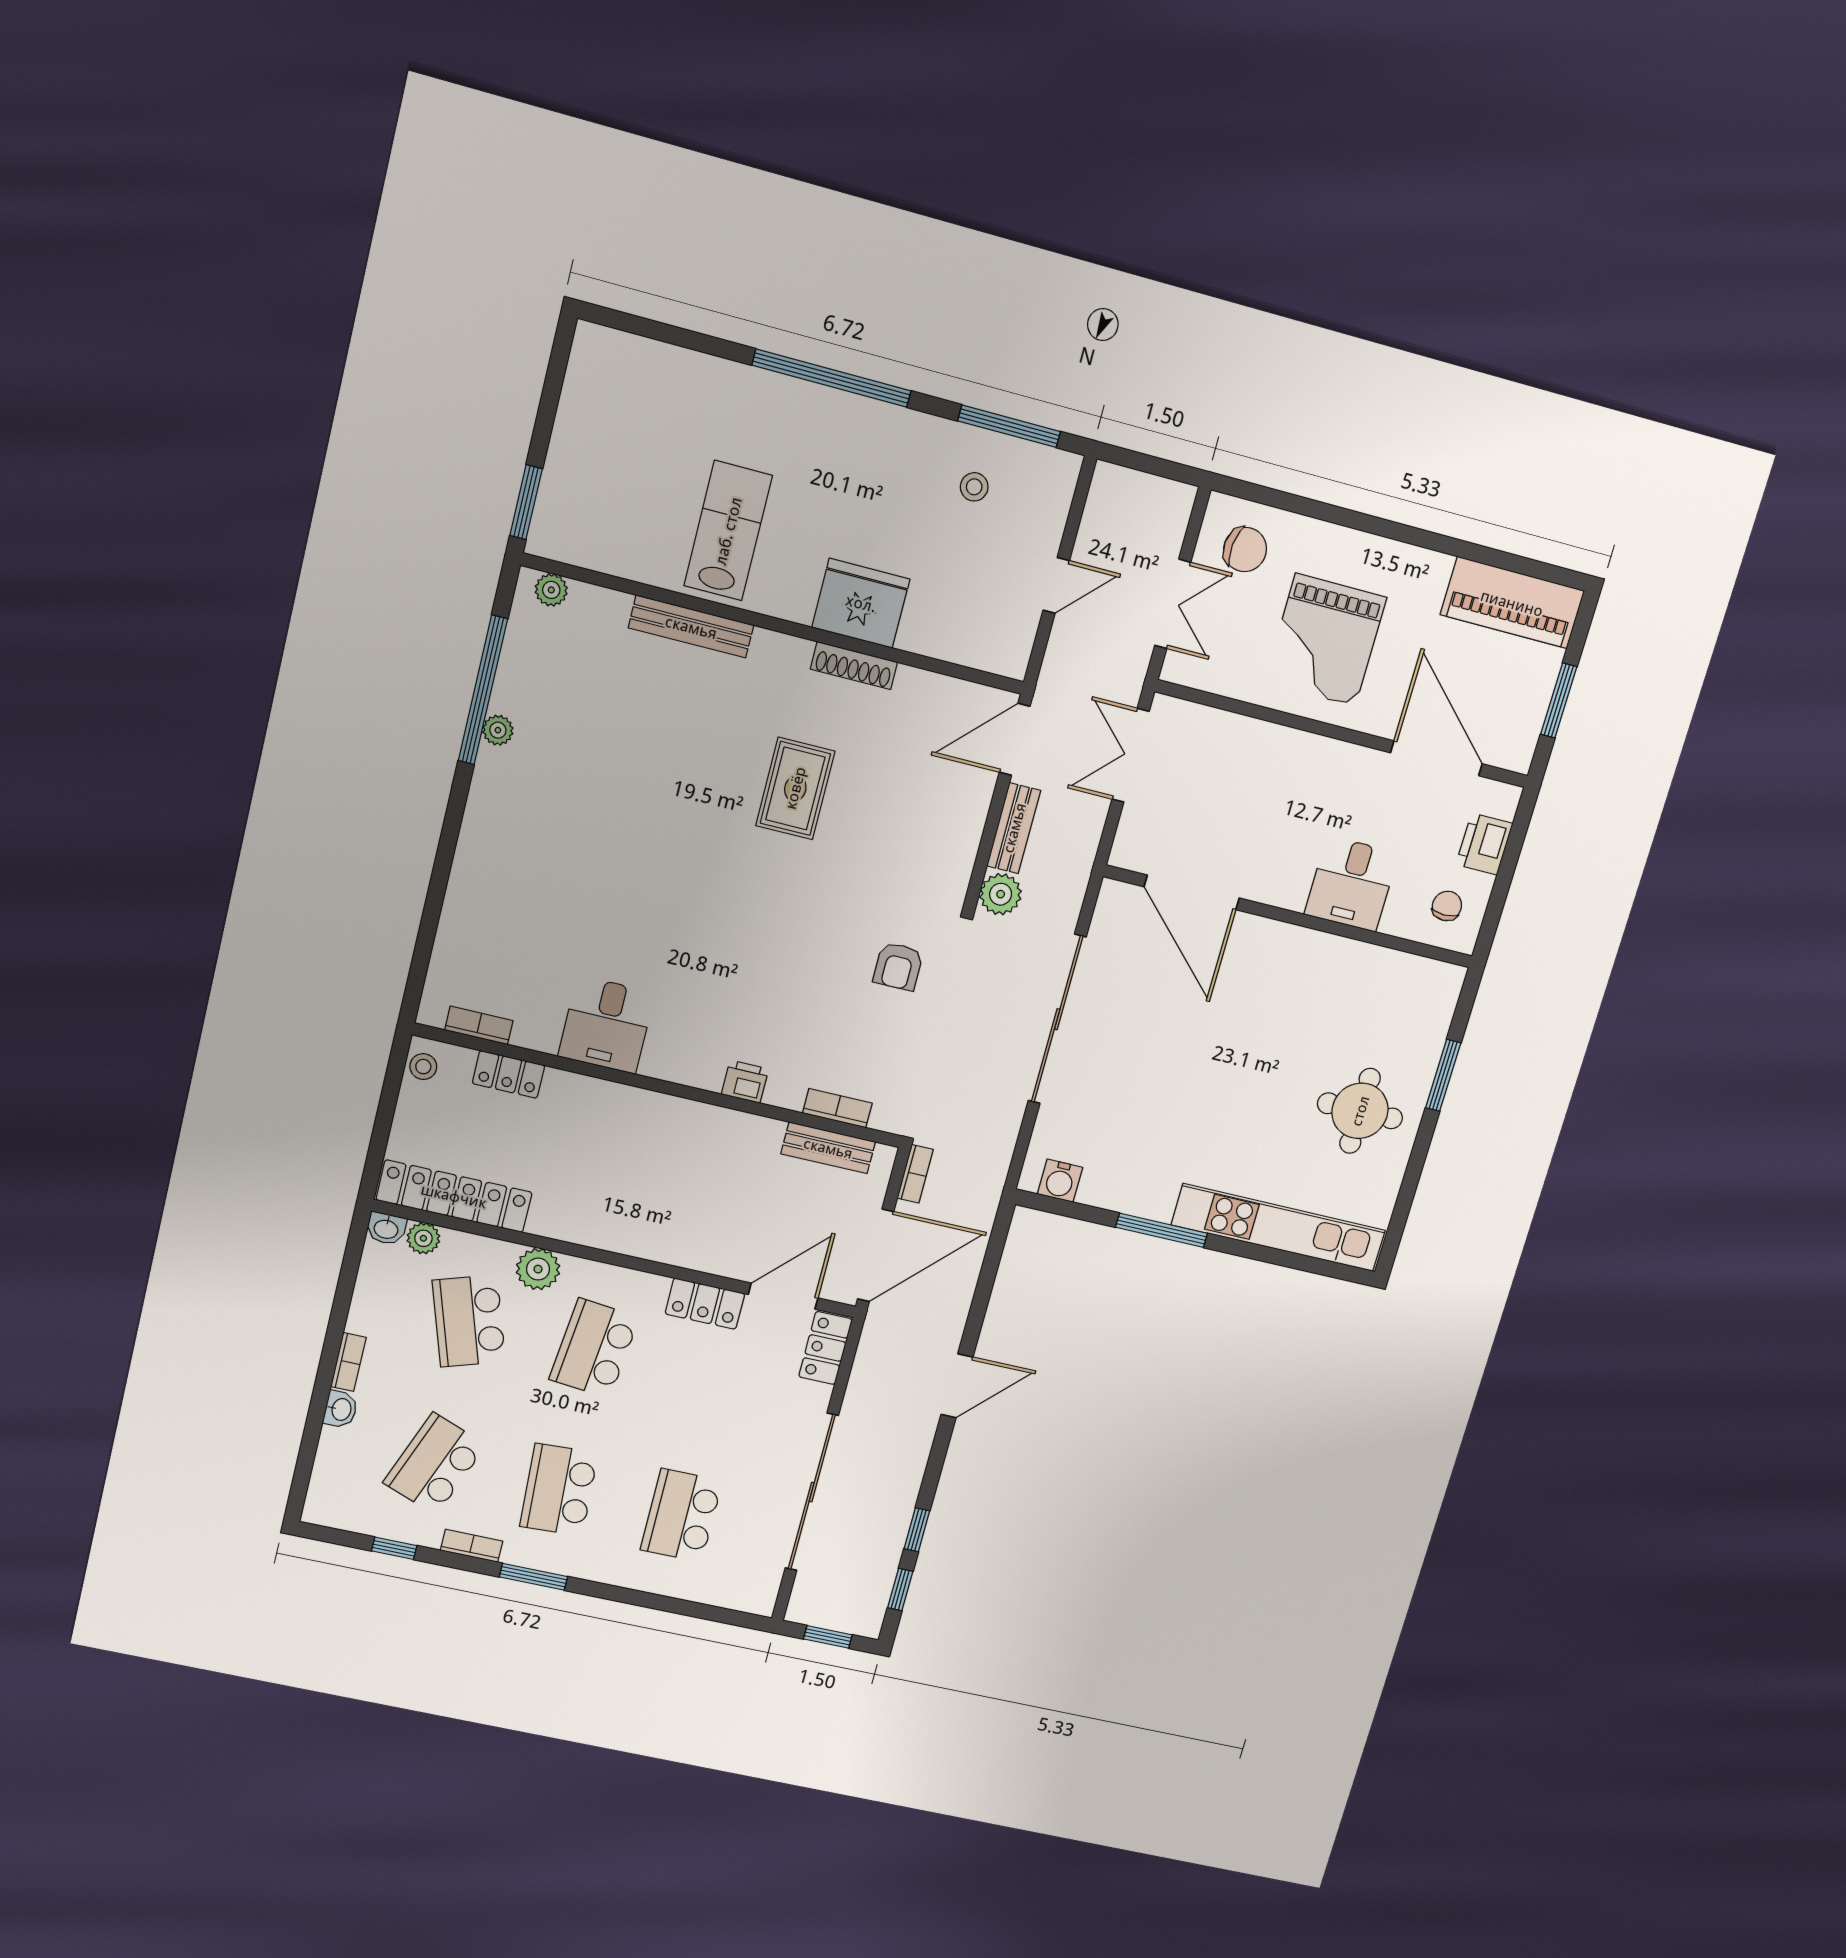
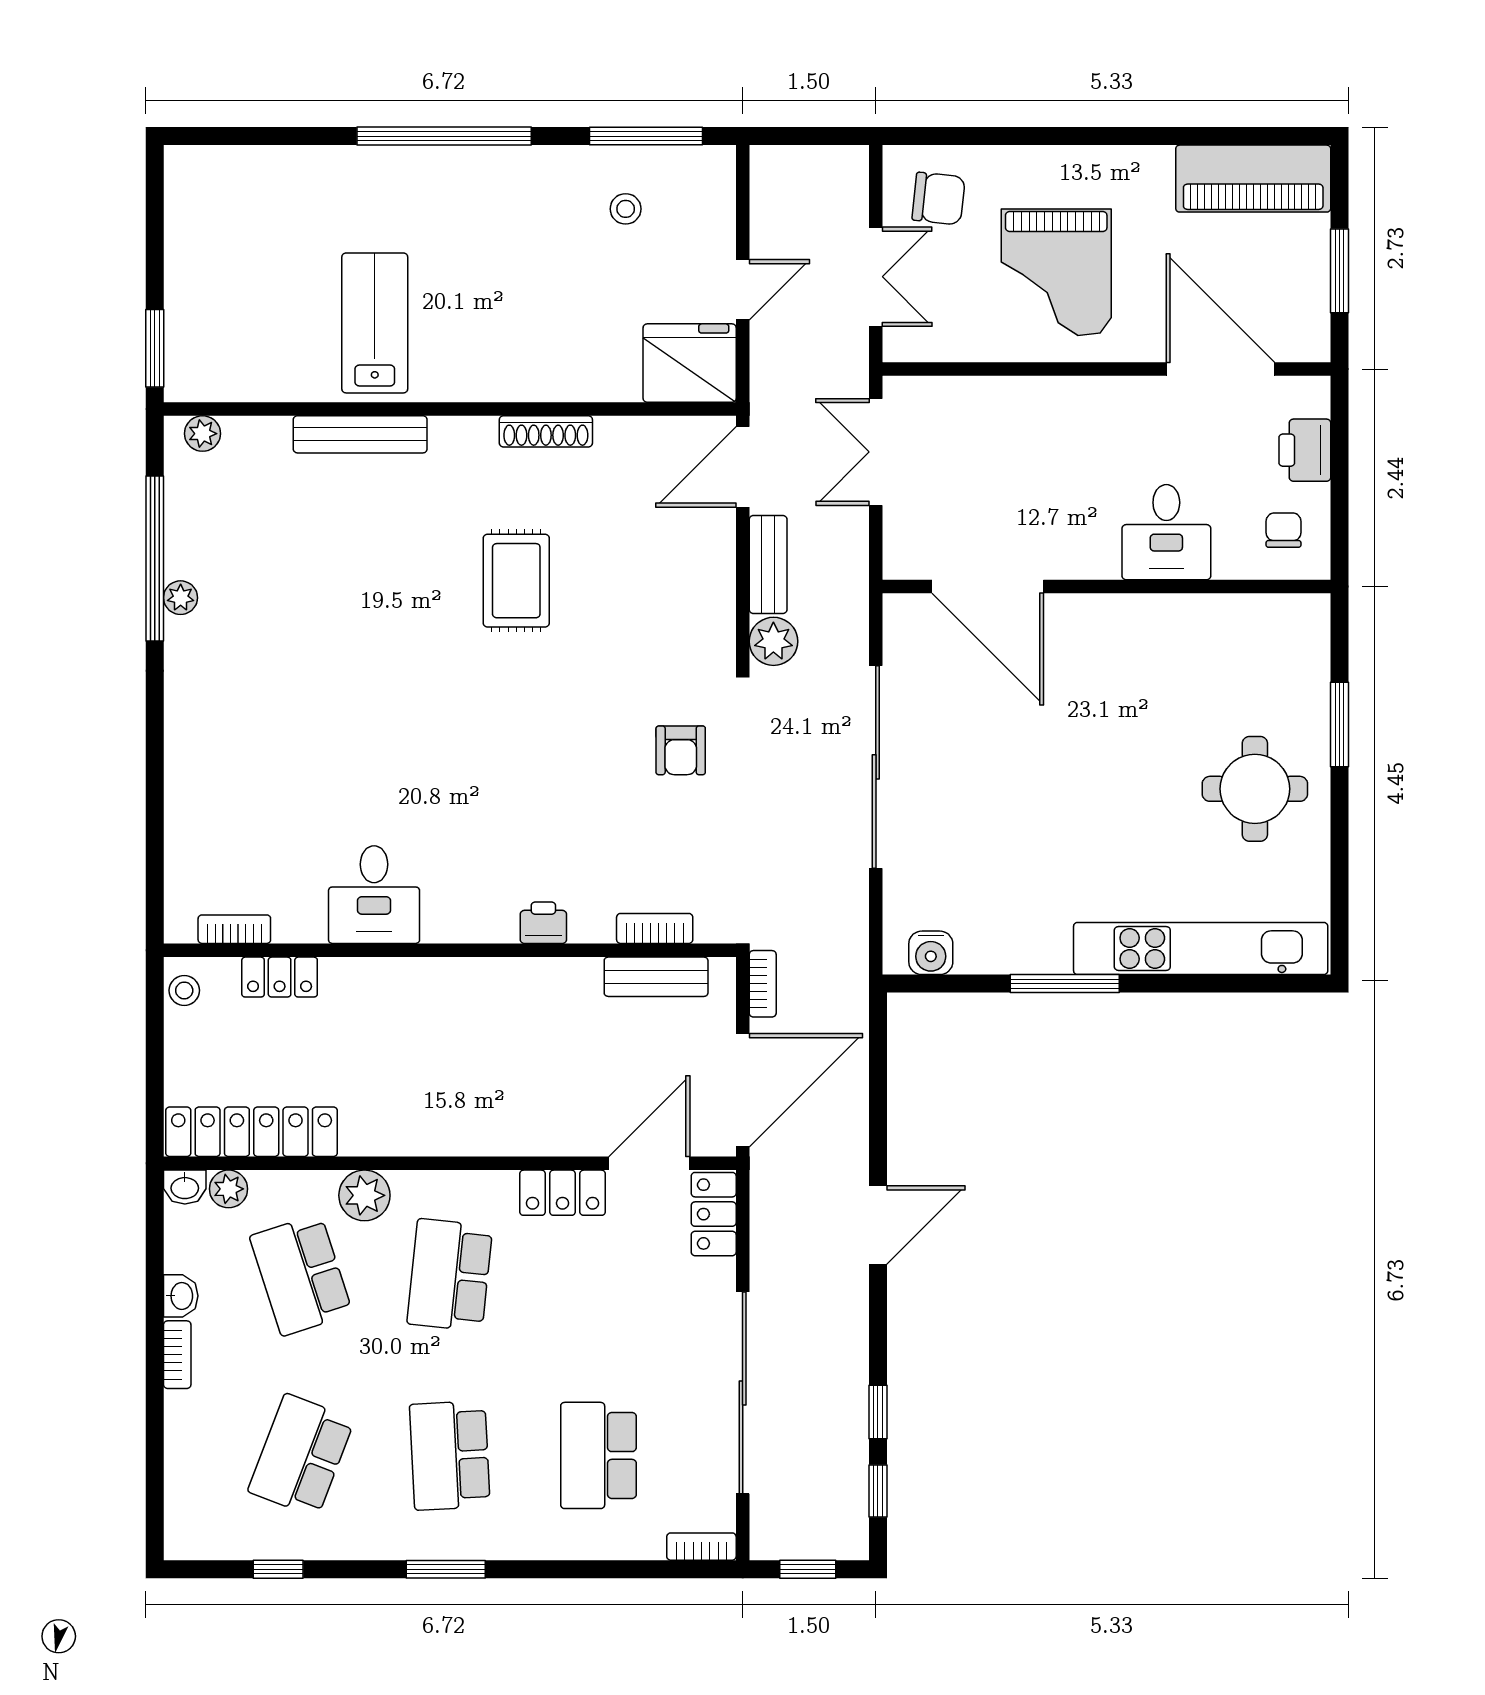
fridge: (861, 603) -> (690, 363), moved
washbasin: (341, 1409) -> (181, 1296), moved
bookcase: (472, 1546) -> (701, 1547), moved

